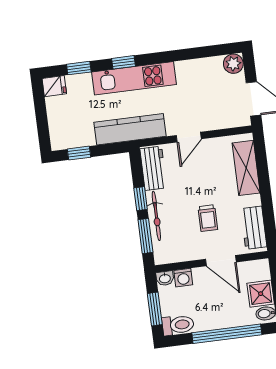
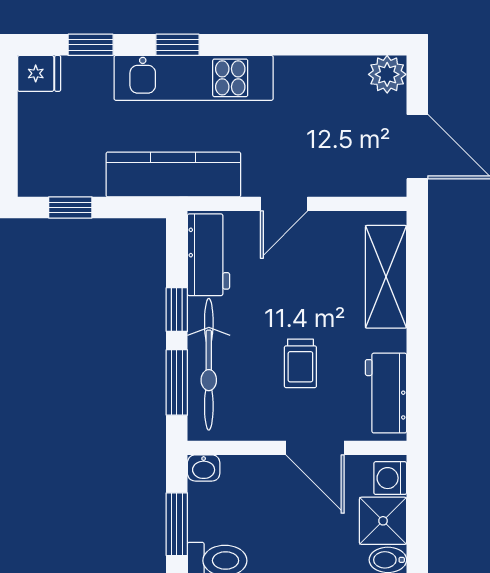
bicycle: (156, 216) -> (209, 364), width x1.37, depth x1.40
washing machine: (183, 278) -> (390, 478), moved, turned 90

